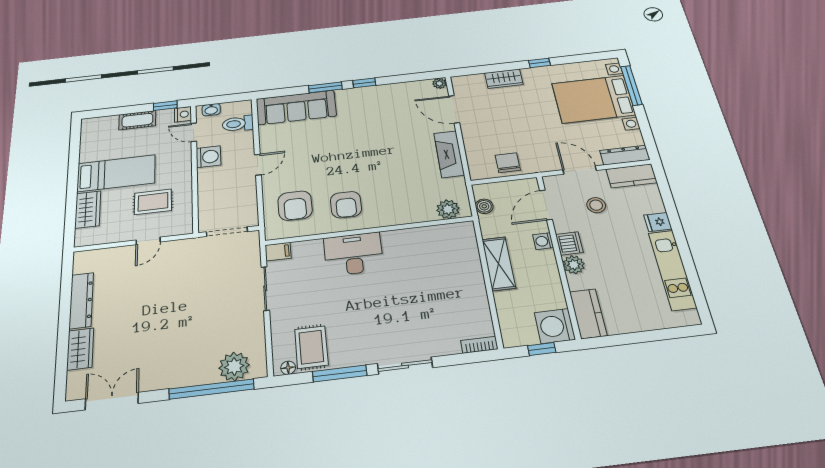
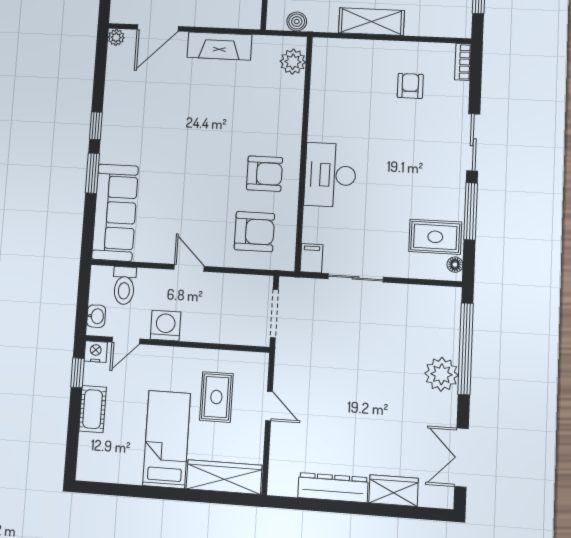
wardrobe: (88, 210) -> (224, 477), width x1.50
armchair: (447, 304) -> (410, 86), added
plant: (234, 366) -> (442, 374), moved

